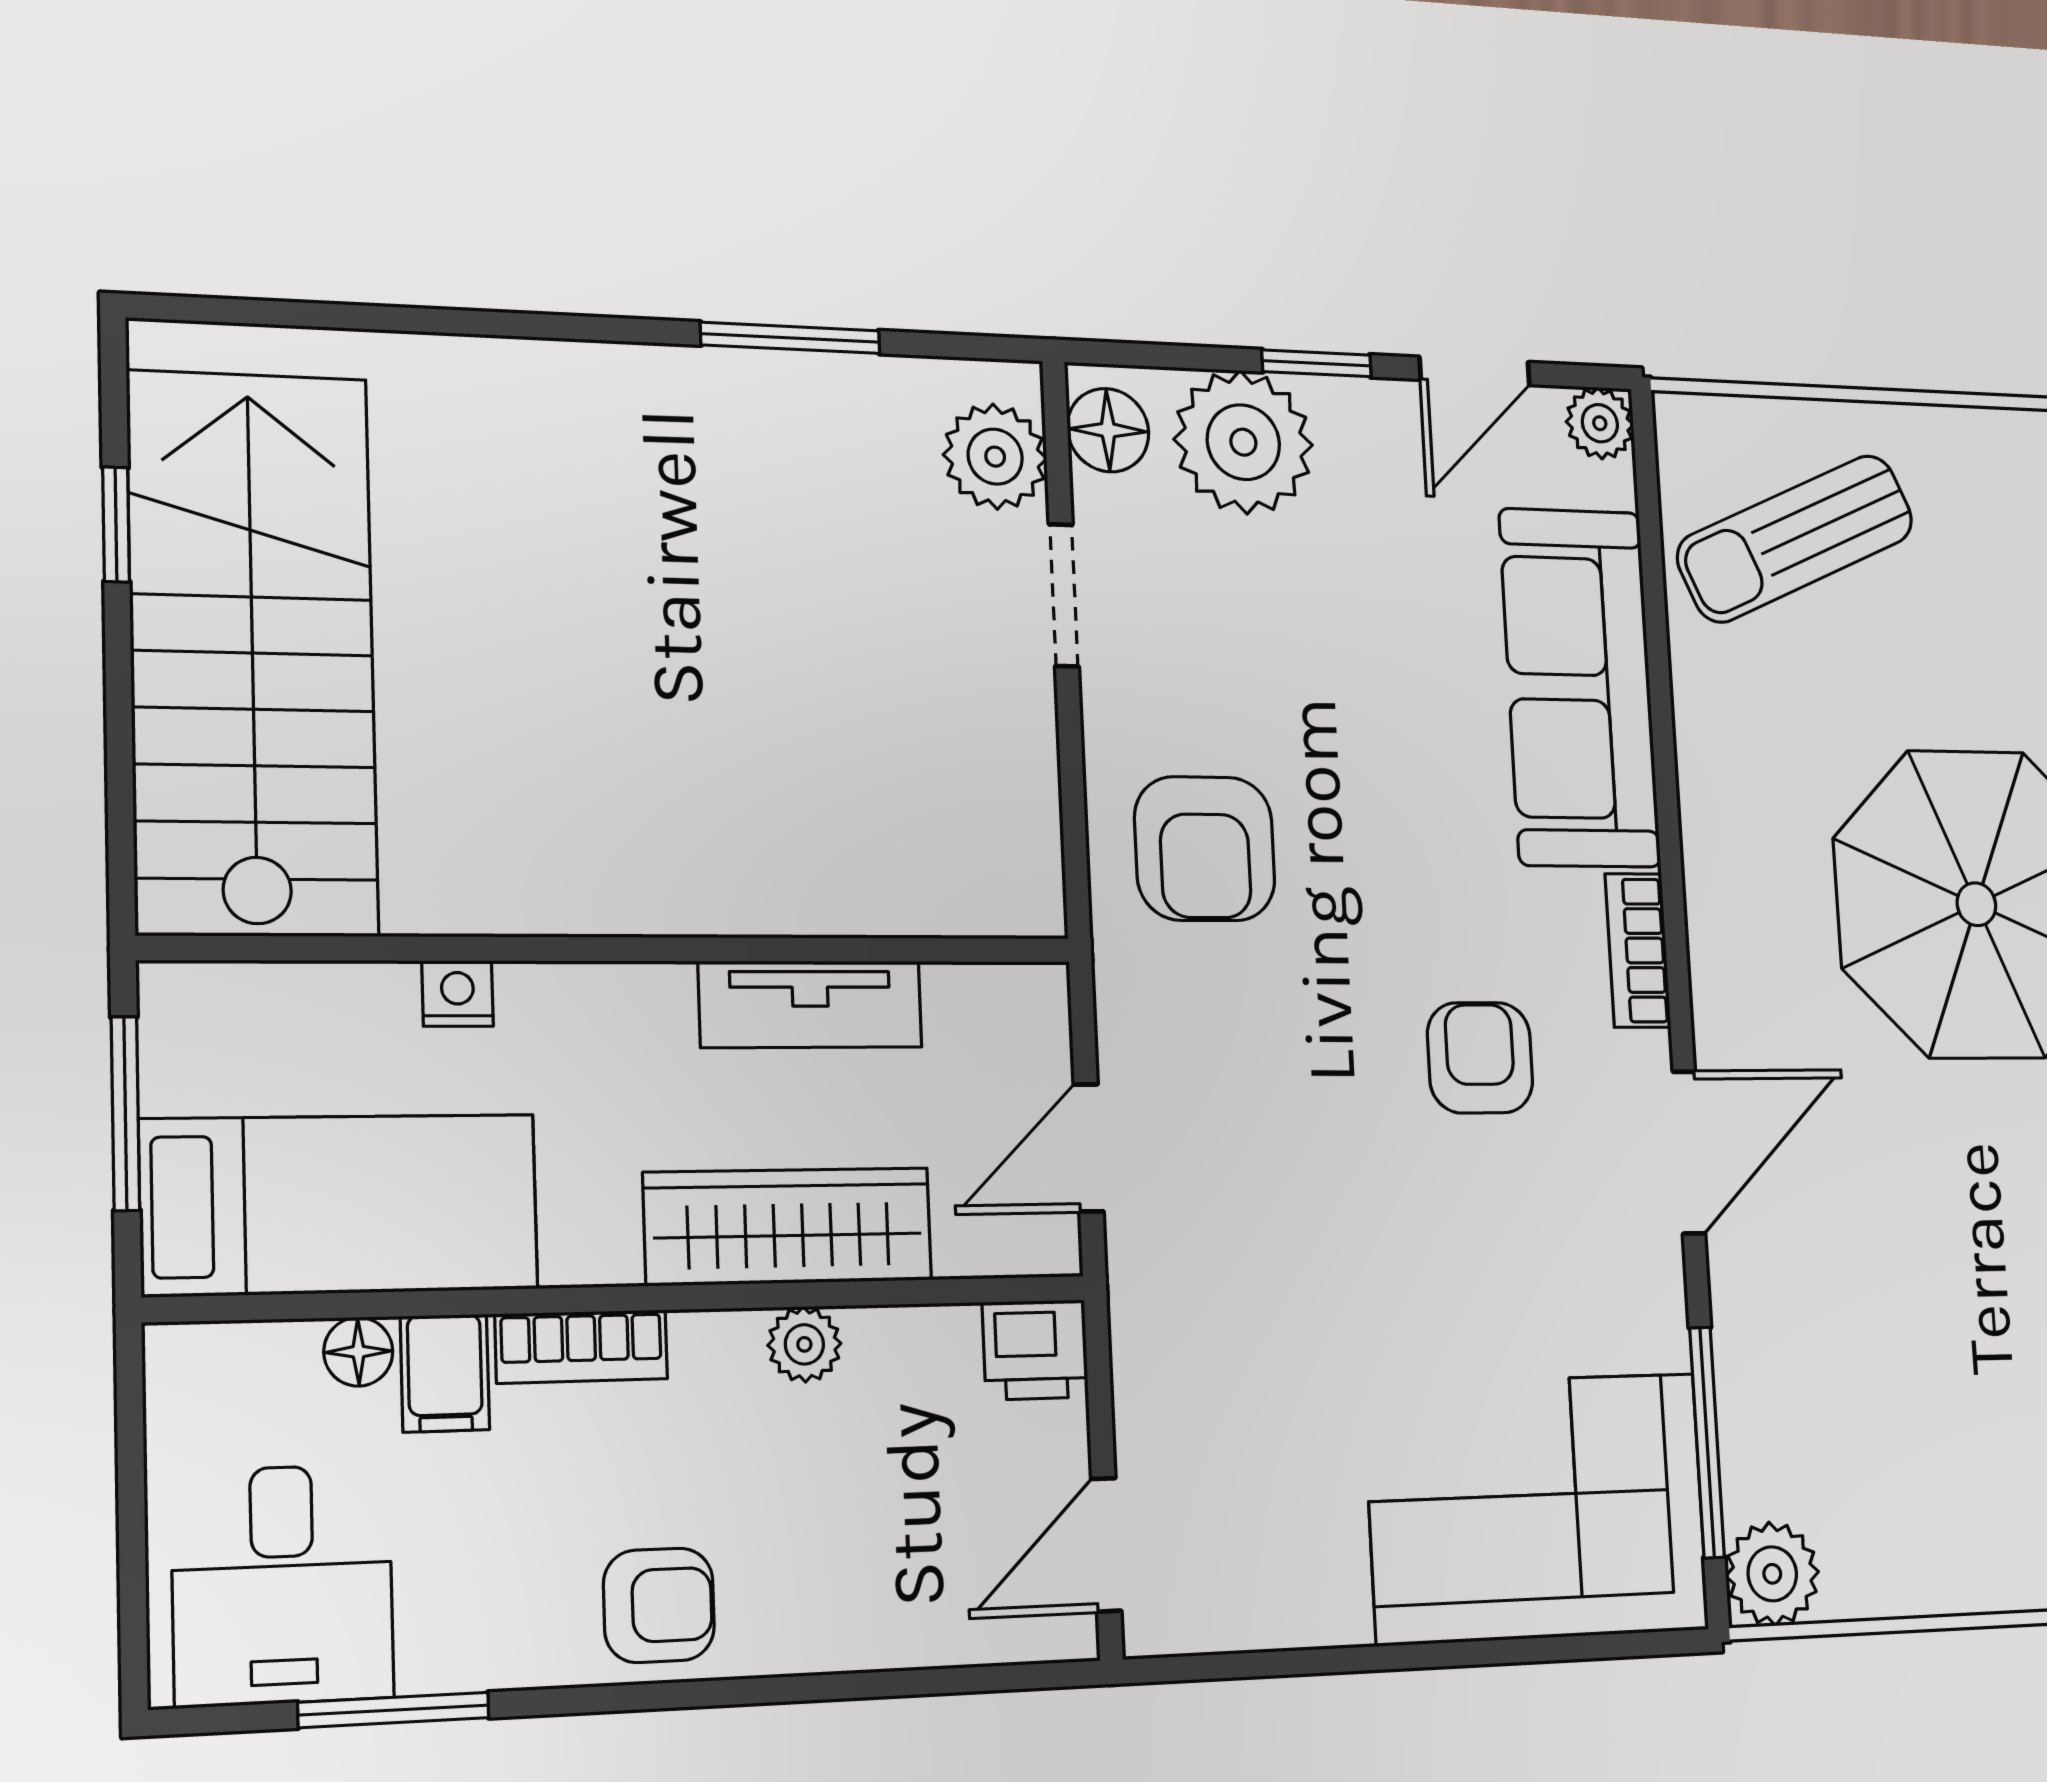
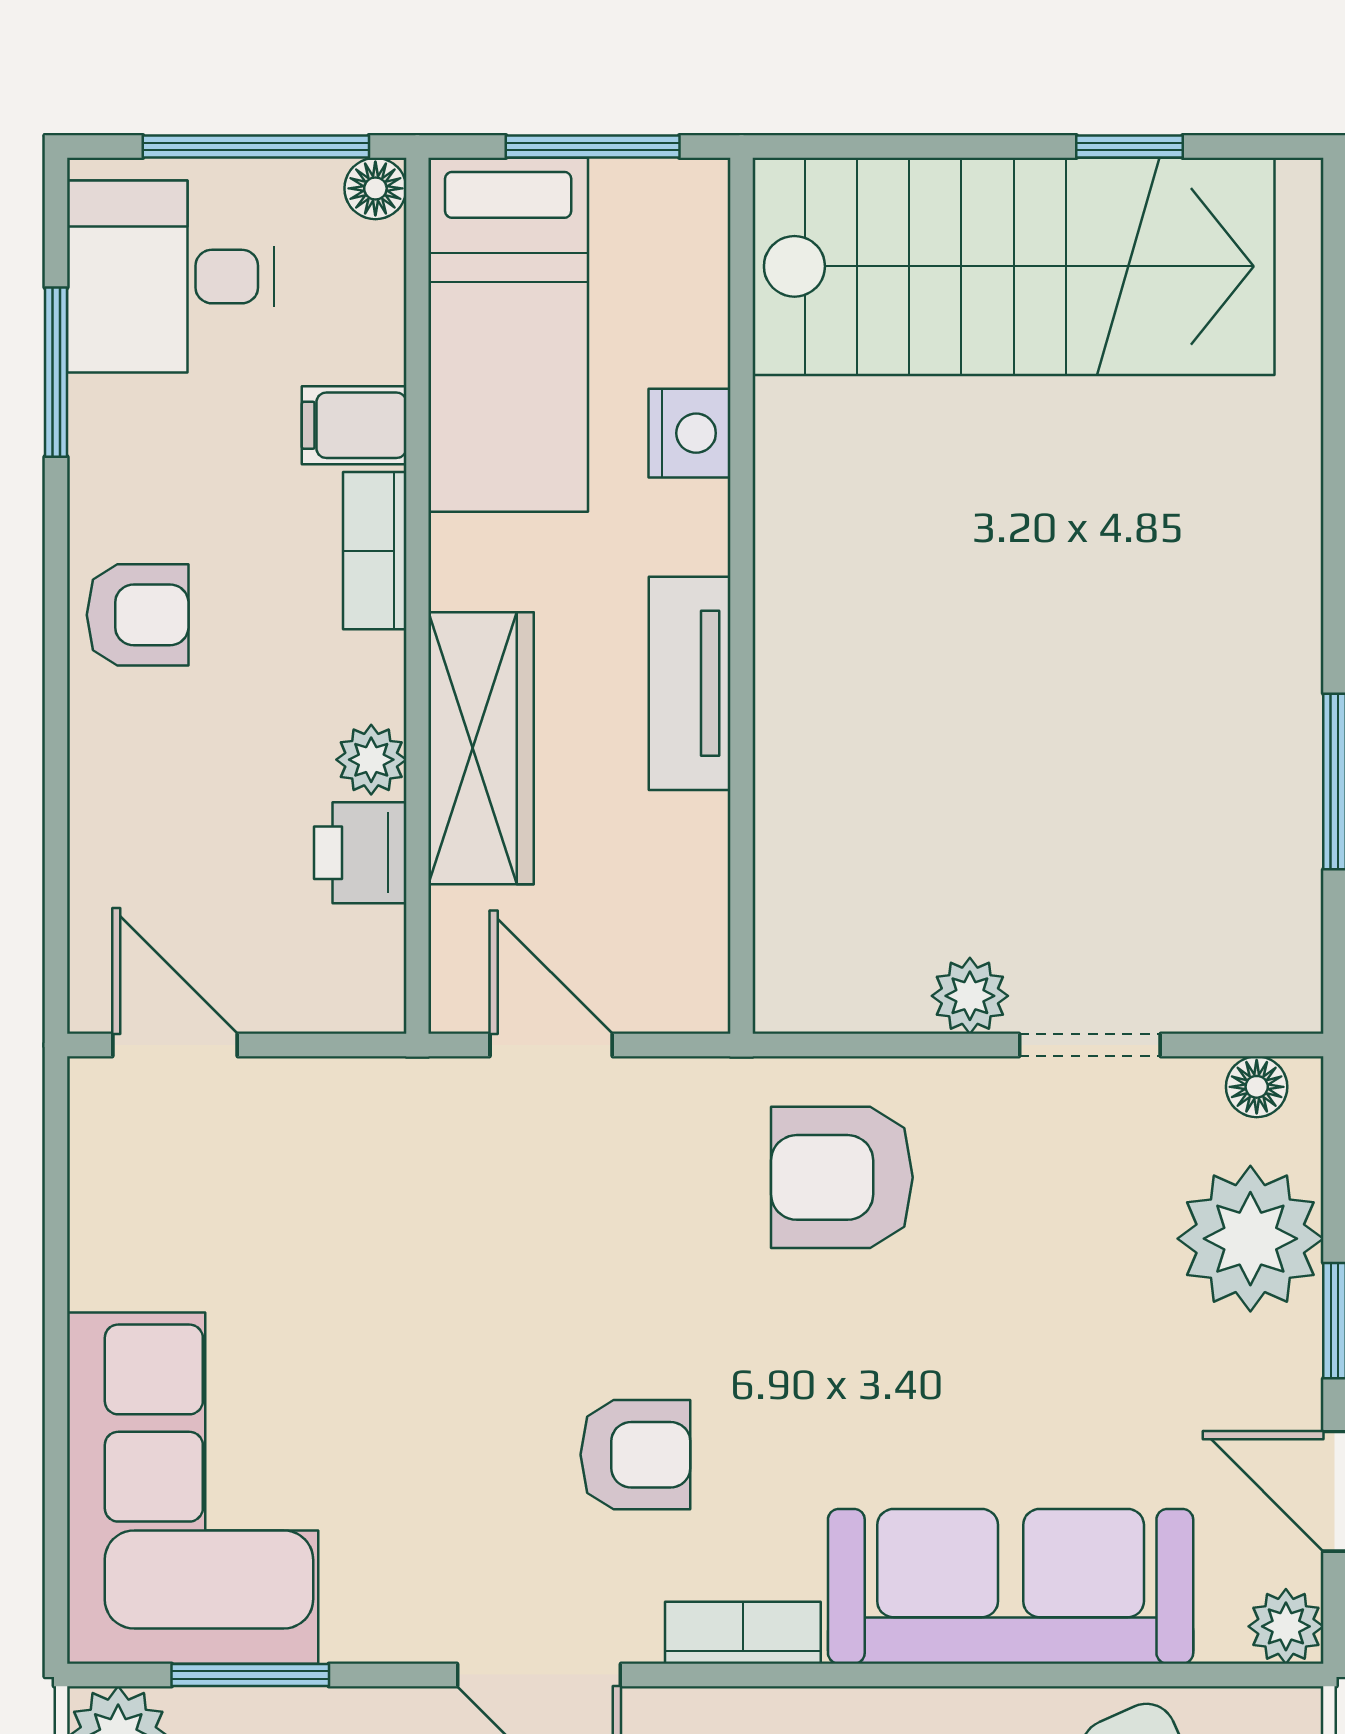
floor lamp: (1108, 430) -> (1257, 1087), width x0.73, depth x0.73
plant: (995, 457) -> (970, 996), moved, width x0.73, depth x0.73
nightstand: (458, 993) -> (690, 433), width x1.39, depth x1.35
tv unit: (810, 1004) -> (690, 683), moved
printer: (1035, 1350) -> (360, 853), moved
floor lamp: (358, 1352) -> (375, 188), moved
window: (1707, 1442) -> (250, 1675), width x0.69
window: (131, 1494) -> (256, 147), added
armchair: (659, 1605) -> (138, 615), turned -90

